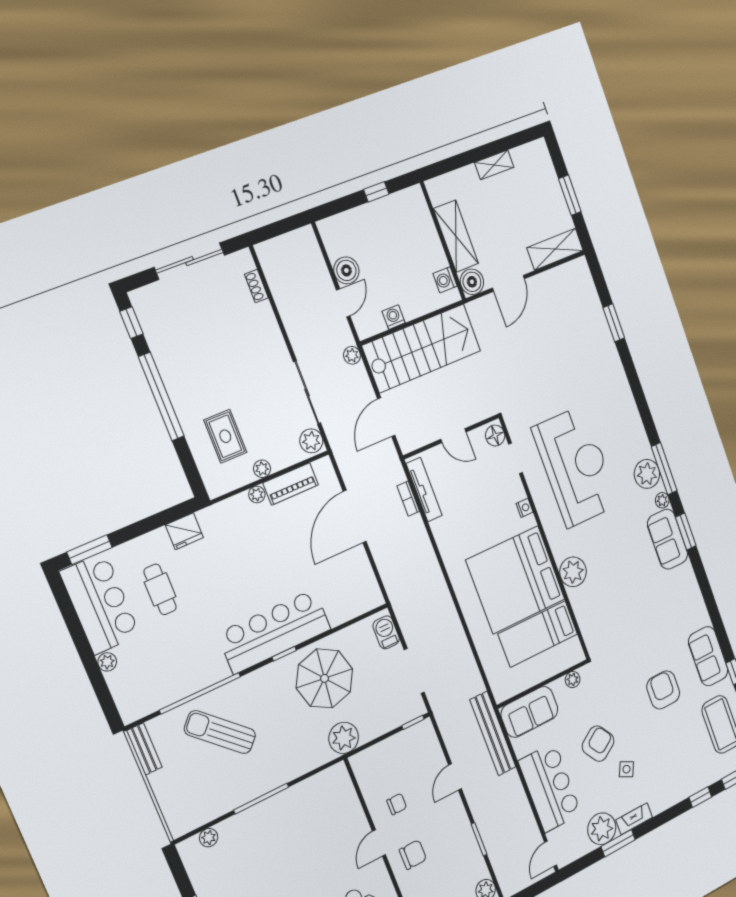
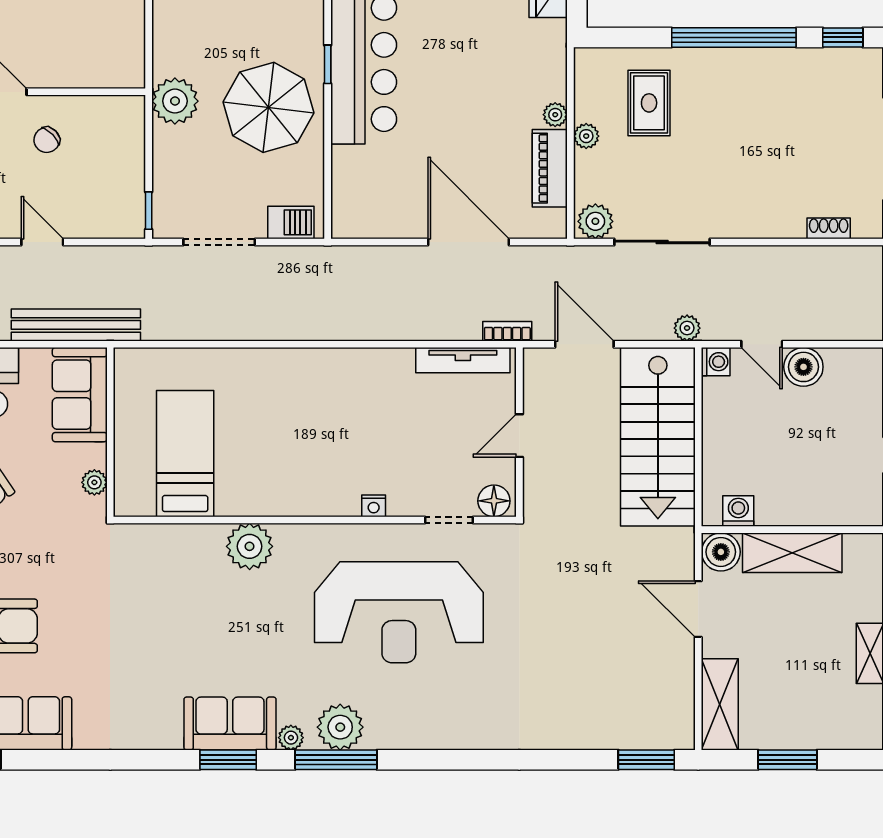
washing machine: (394, 317) -> (716, 362), moved
window: (614, 323) -> (646, 760), moved
rug: (225, 436) -> (649, 103), turned 90
bookcase: (408, 499) -> (507, 331), moved
bed: (516, 580) -> (278, 450), removed
chair: (397, 804) -> (47, 140), turned 46

